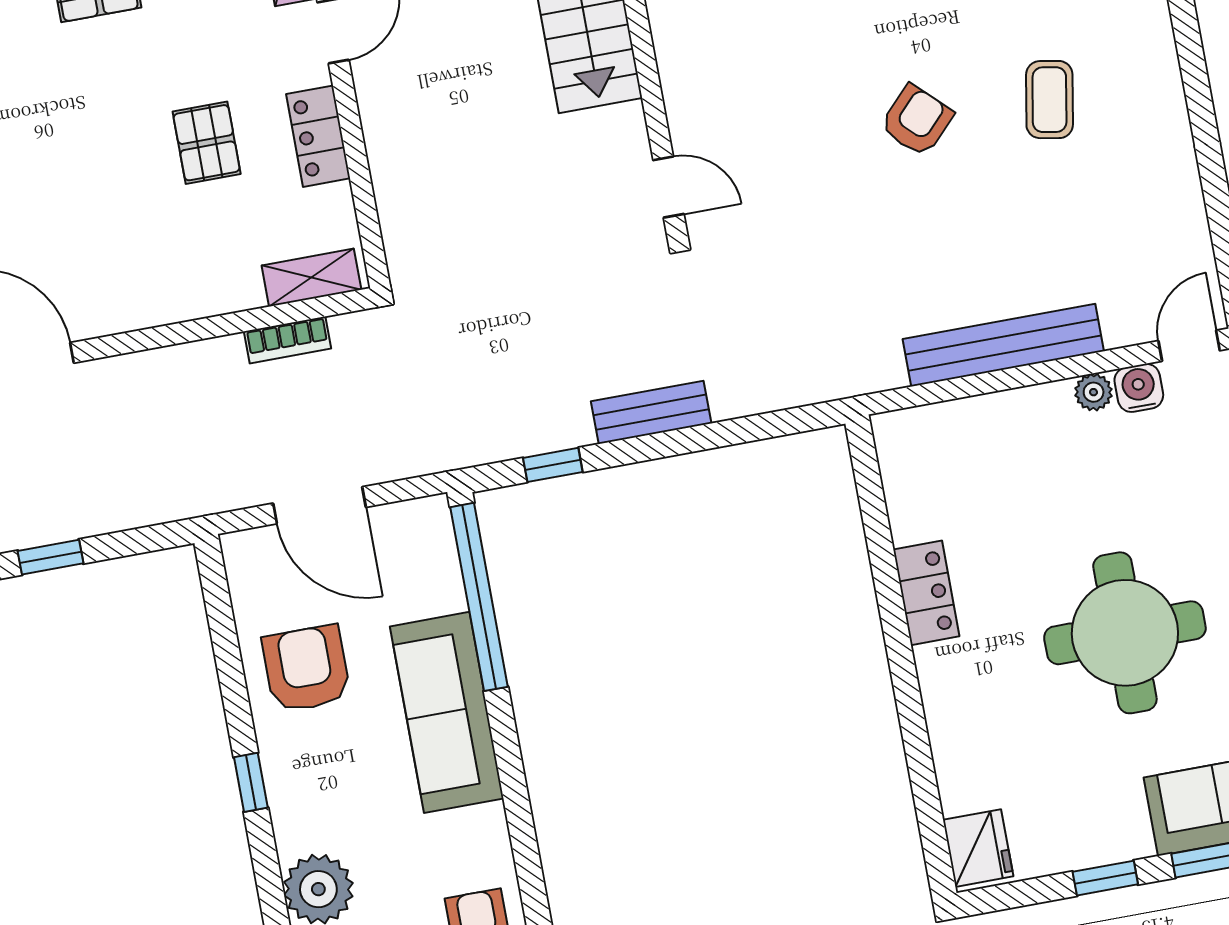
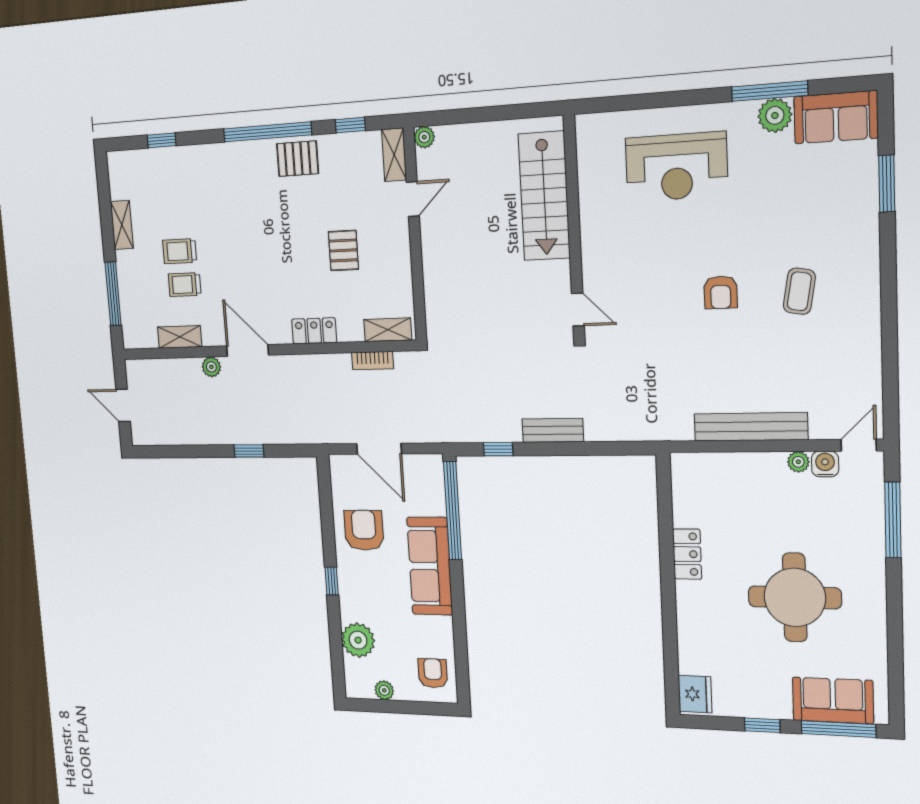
armchair: (917, 121) -> (721, 292), turned 136
locker: (318, 136) -> (314, 331), moved, turned 90

